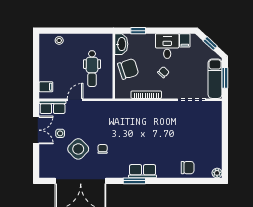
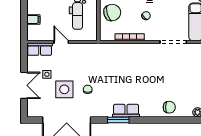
filing cabinet: (46, 87) -> (33, 19), moved
door: (75, 100) -> (61, 42), hinge flipped
double door: (36, 130) -> (24, 85), moved
side table: (78, 149) -> (64, 89), turned 45

